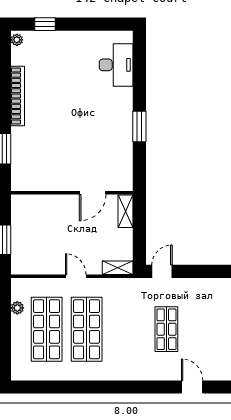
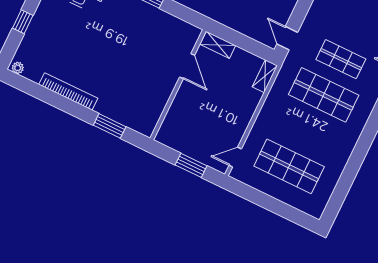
window: (45, 24) -> (23, 22), moved
door: (76, 276) -> (235, 157), moved
plant: (17, 308) -> (257, 183), removed
shop shelf: (87, 329) -> (324, 95), moved

